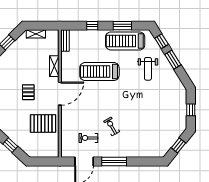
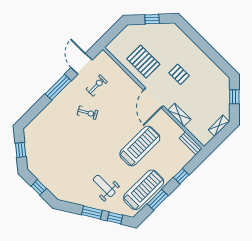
pallet: (43, 123) -> (143, 62), turned 90

